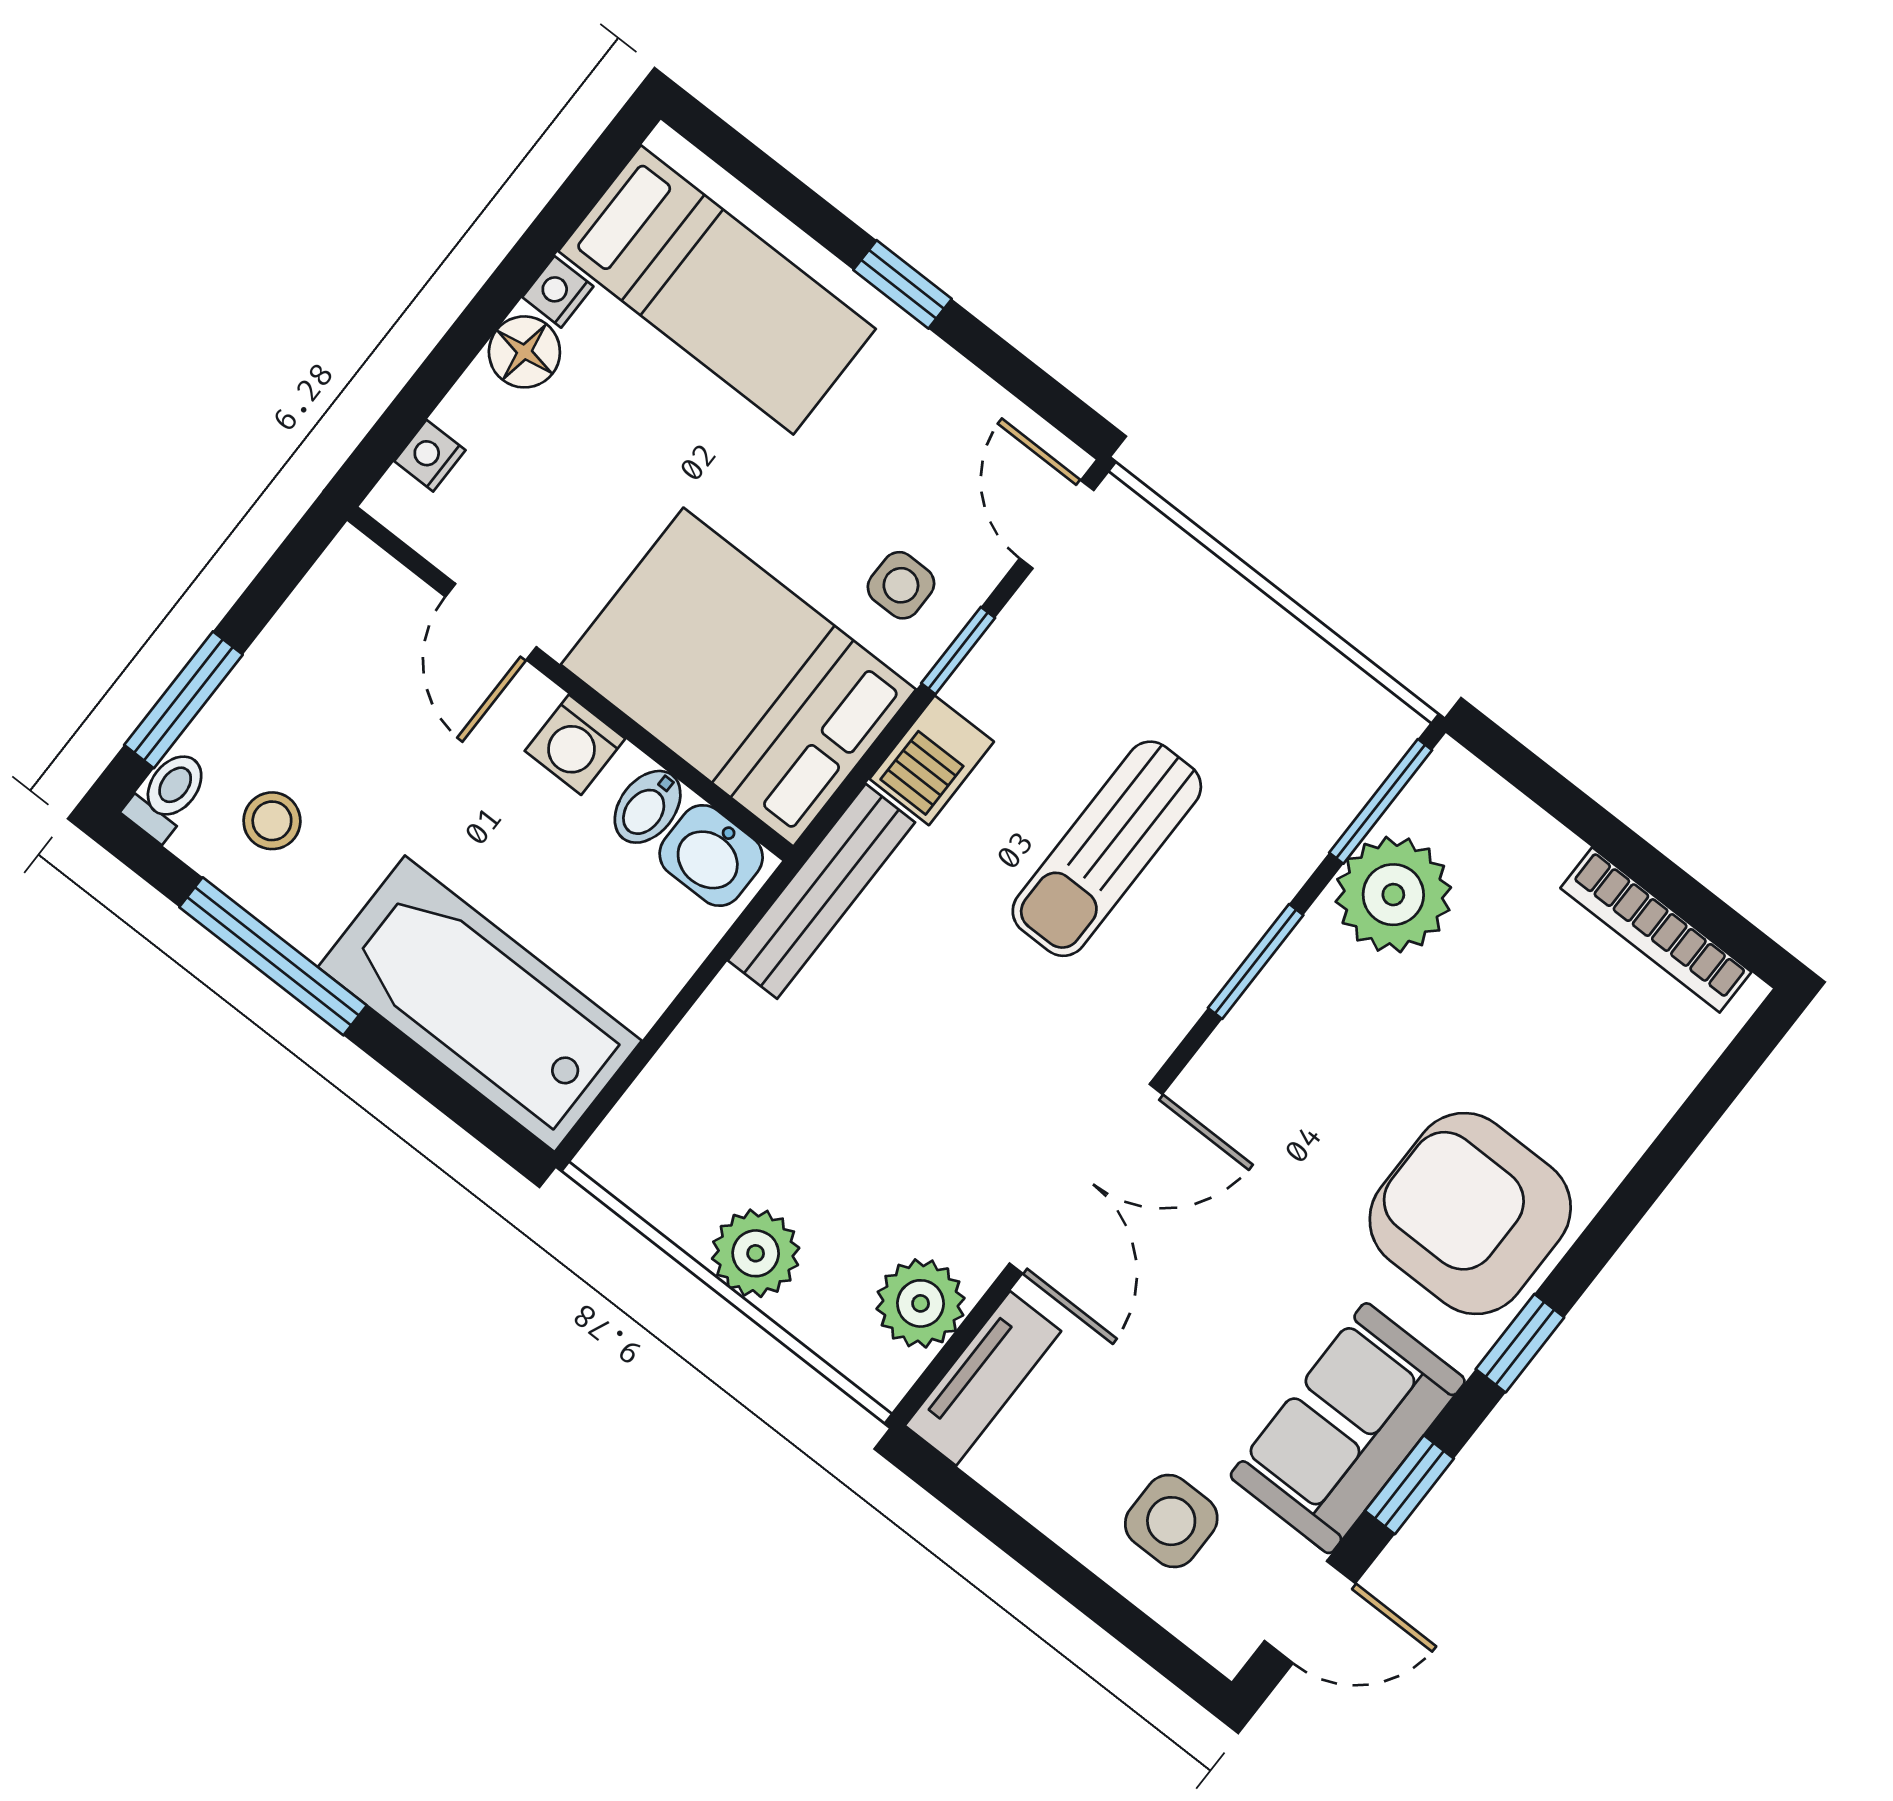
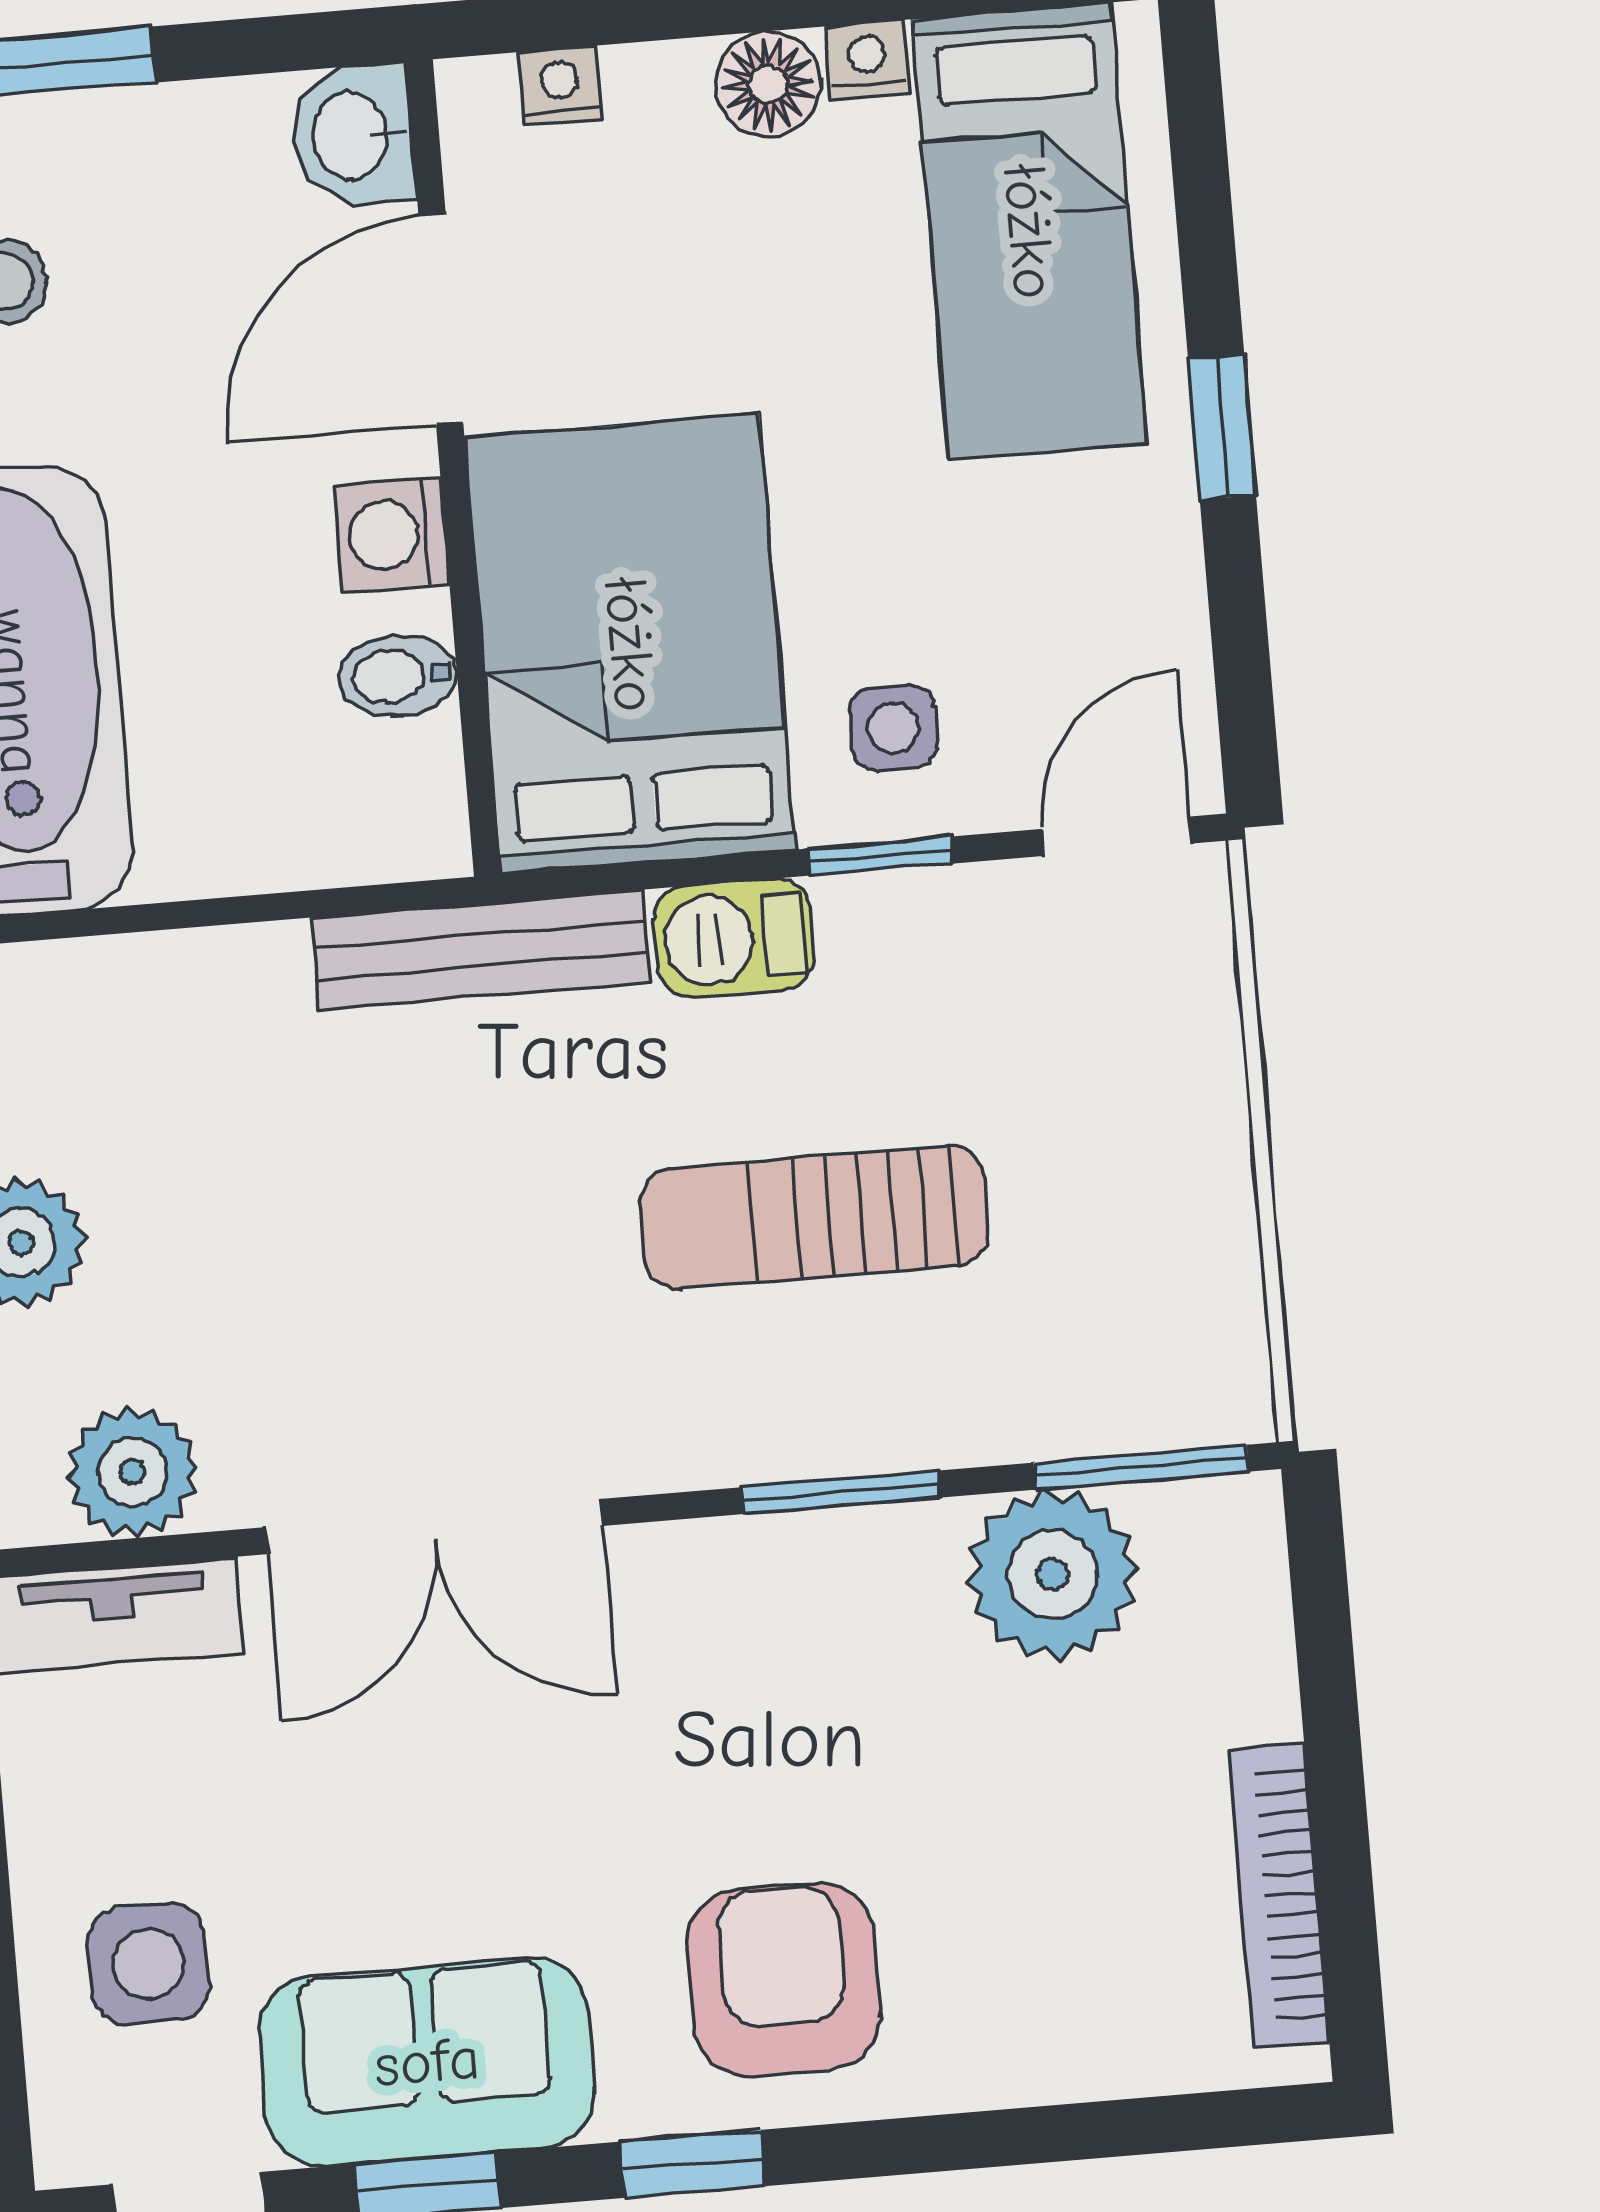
door: (491, 622) -> (441, 319), width x1.38
washbasin: (711, 856) -> (353, 135), moved
armchair: (1470, 1214) -> (783, 1979), width x0.73, depth x0.73

